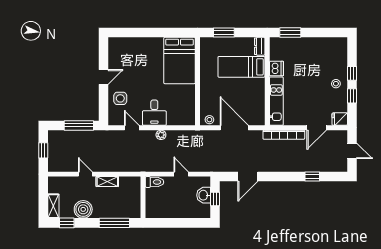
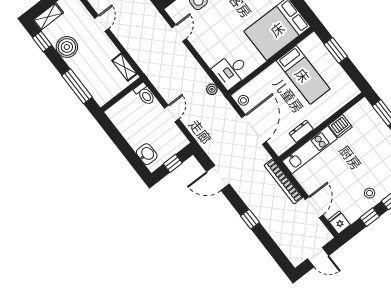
dresser: (260, 46) -> (301, 131), moved
bed: (241, 67) -> (303, 75), moved, turned 180
desk: (154, 113) -> (231, 71), moved
door: (317, 128) -> (314, 207), swing flipped
plant: (161, 135) -> (212, 89), moved
door: (352, 151) -> (318, 257), hinge flipped
window: (312, 176) -> (250, 219), moved
shelving: (107, 181) -> (124, 67), moved
washbasin: (204, 195) -> (147, 154), moved, turned 90

